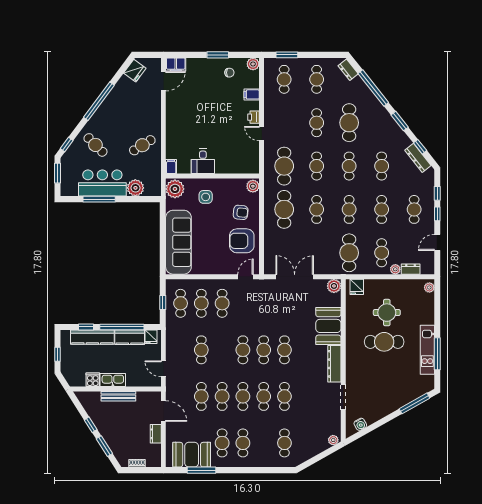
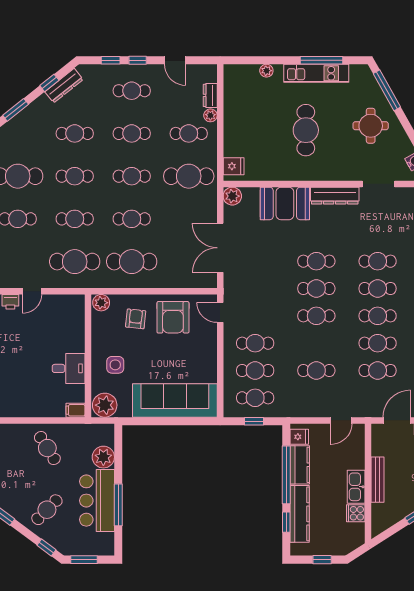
plant: (429, 288) -> (266, 71), moved
round table: (387, 313) -> (371, 126), moved

